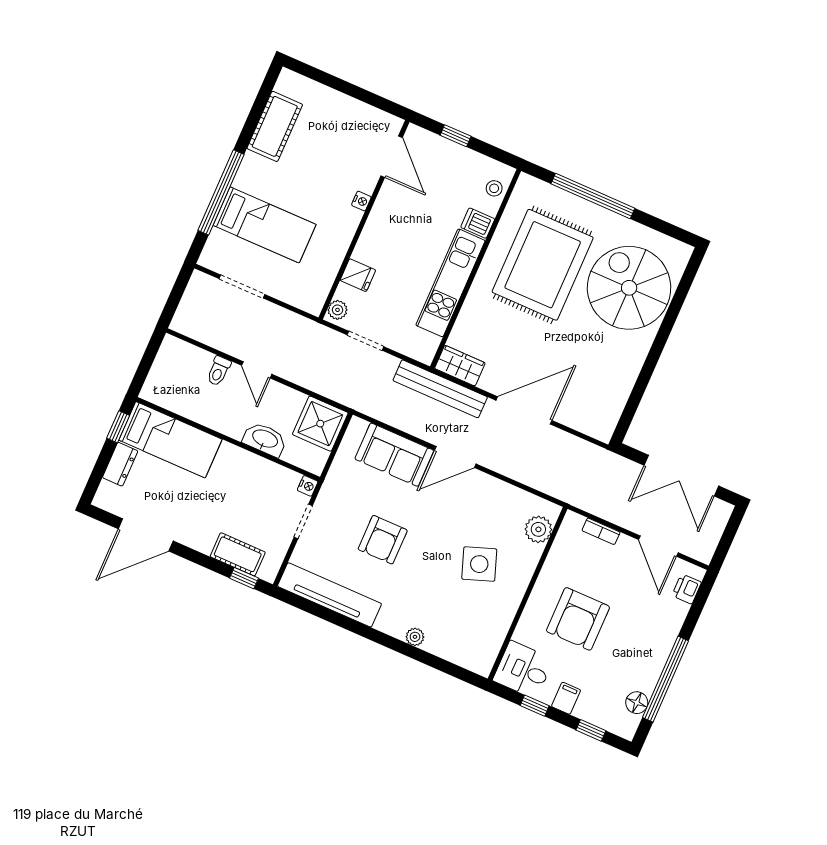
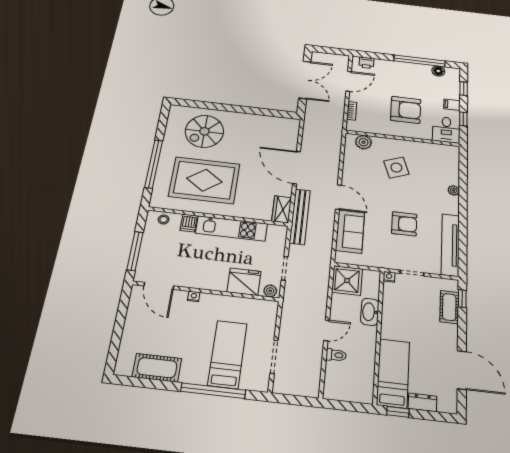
window: (456, 136) -> (135, 251), width x2.17
door: (392, 157) -> (159, 286), swing flipped
fridge: (358, 275) -> (244, 282), width x1.88, depth x1.34
spiral stairs: (629, 288) -> (204, 131), width x0.73, depth x0.73

